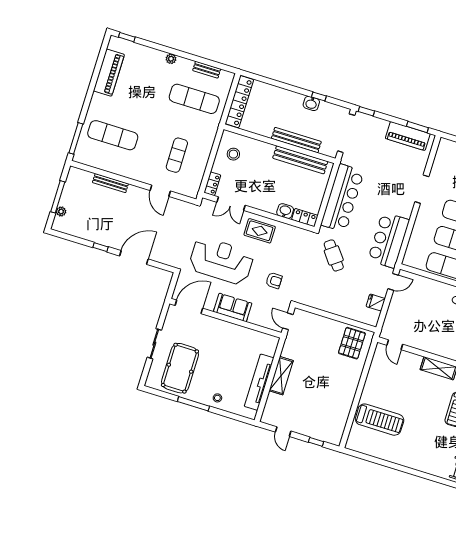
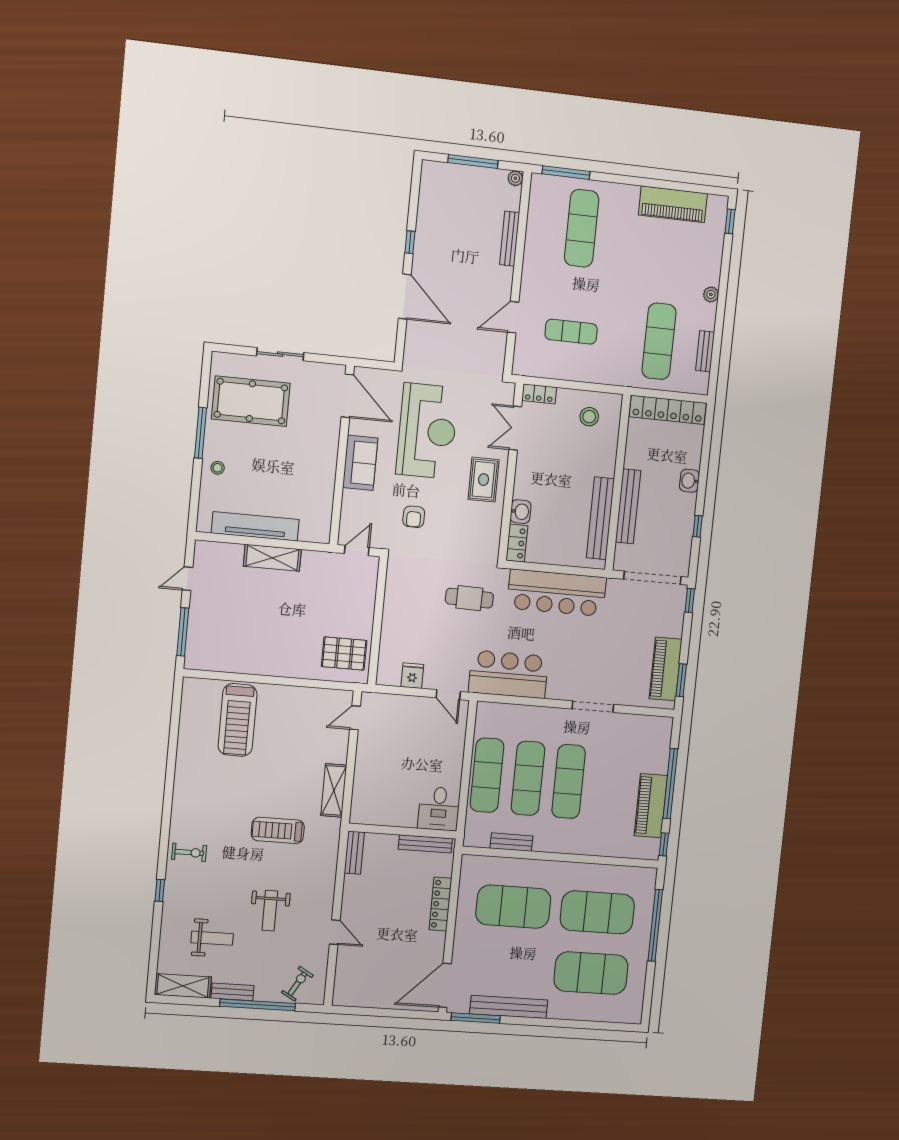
washbasin: (311, 103) -> (689, 481), moved
plant: (61, 211) -> (515, 178), moved
cafe table: (334, 255) -> (469, 598), turned 38
window: (316, 442) -> (183, 632), width x2.17

